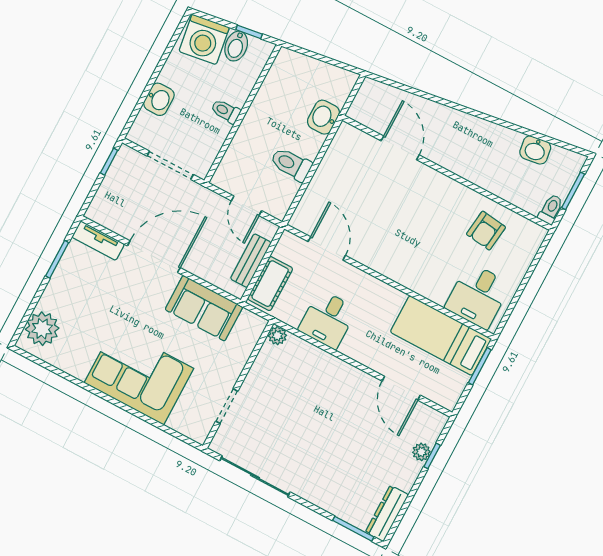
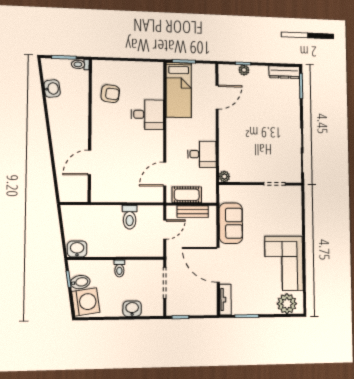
washbasin: (323, 117) -> (77, 249), moved, turned 180
cot: (270, 284) -> (187, 195), moved
desk: (478, 296) -> (147, 114), moved
corner sofa: (139, 376) -> (284, 263), moved

